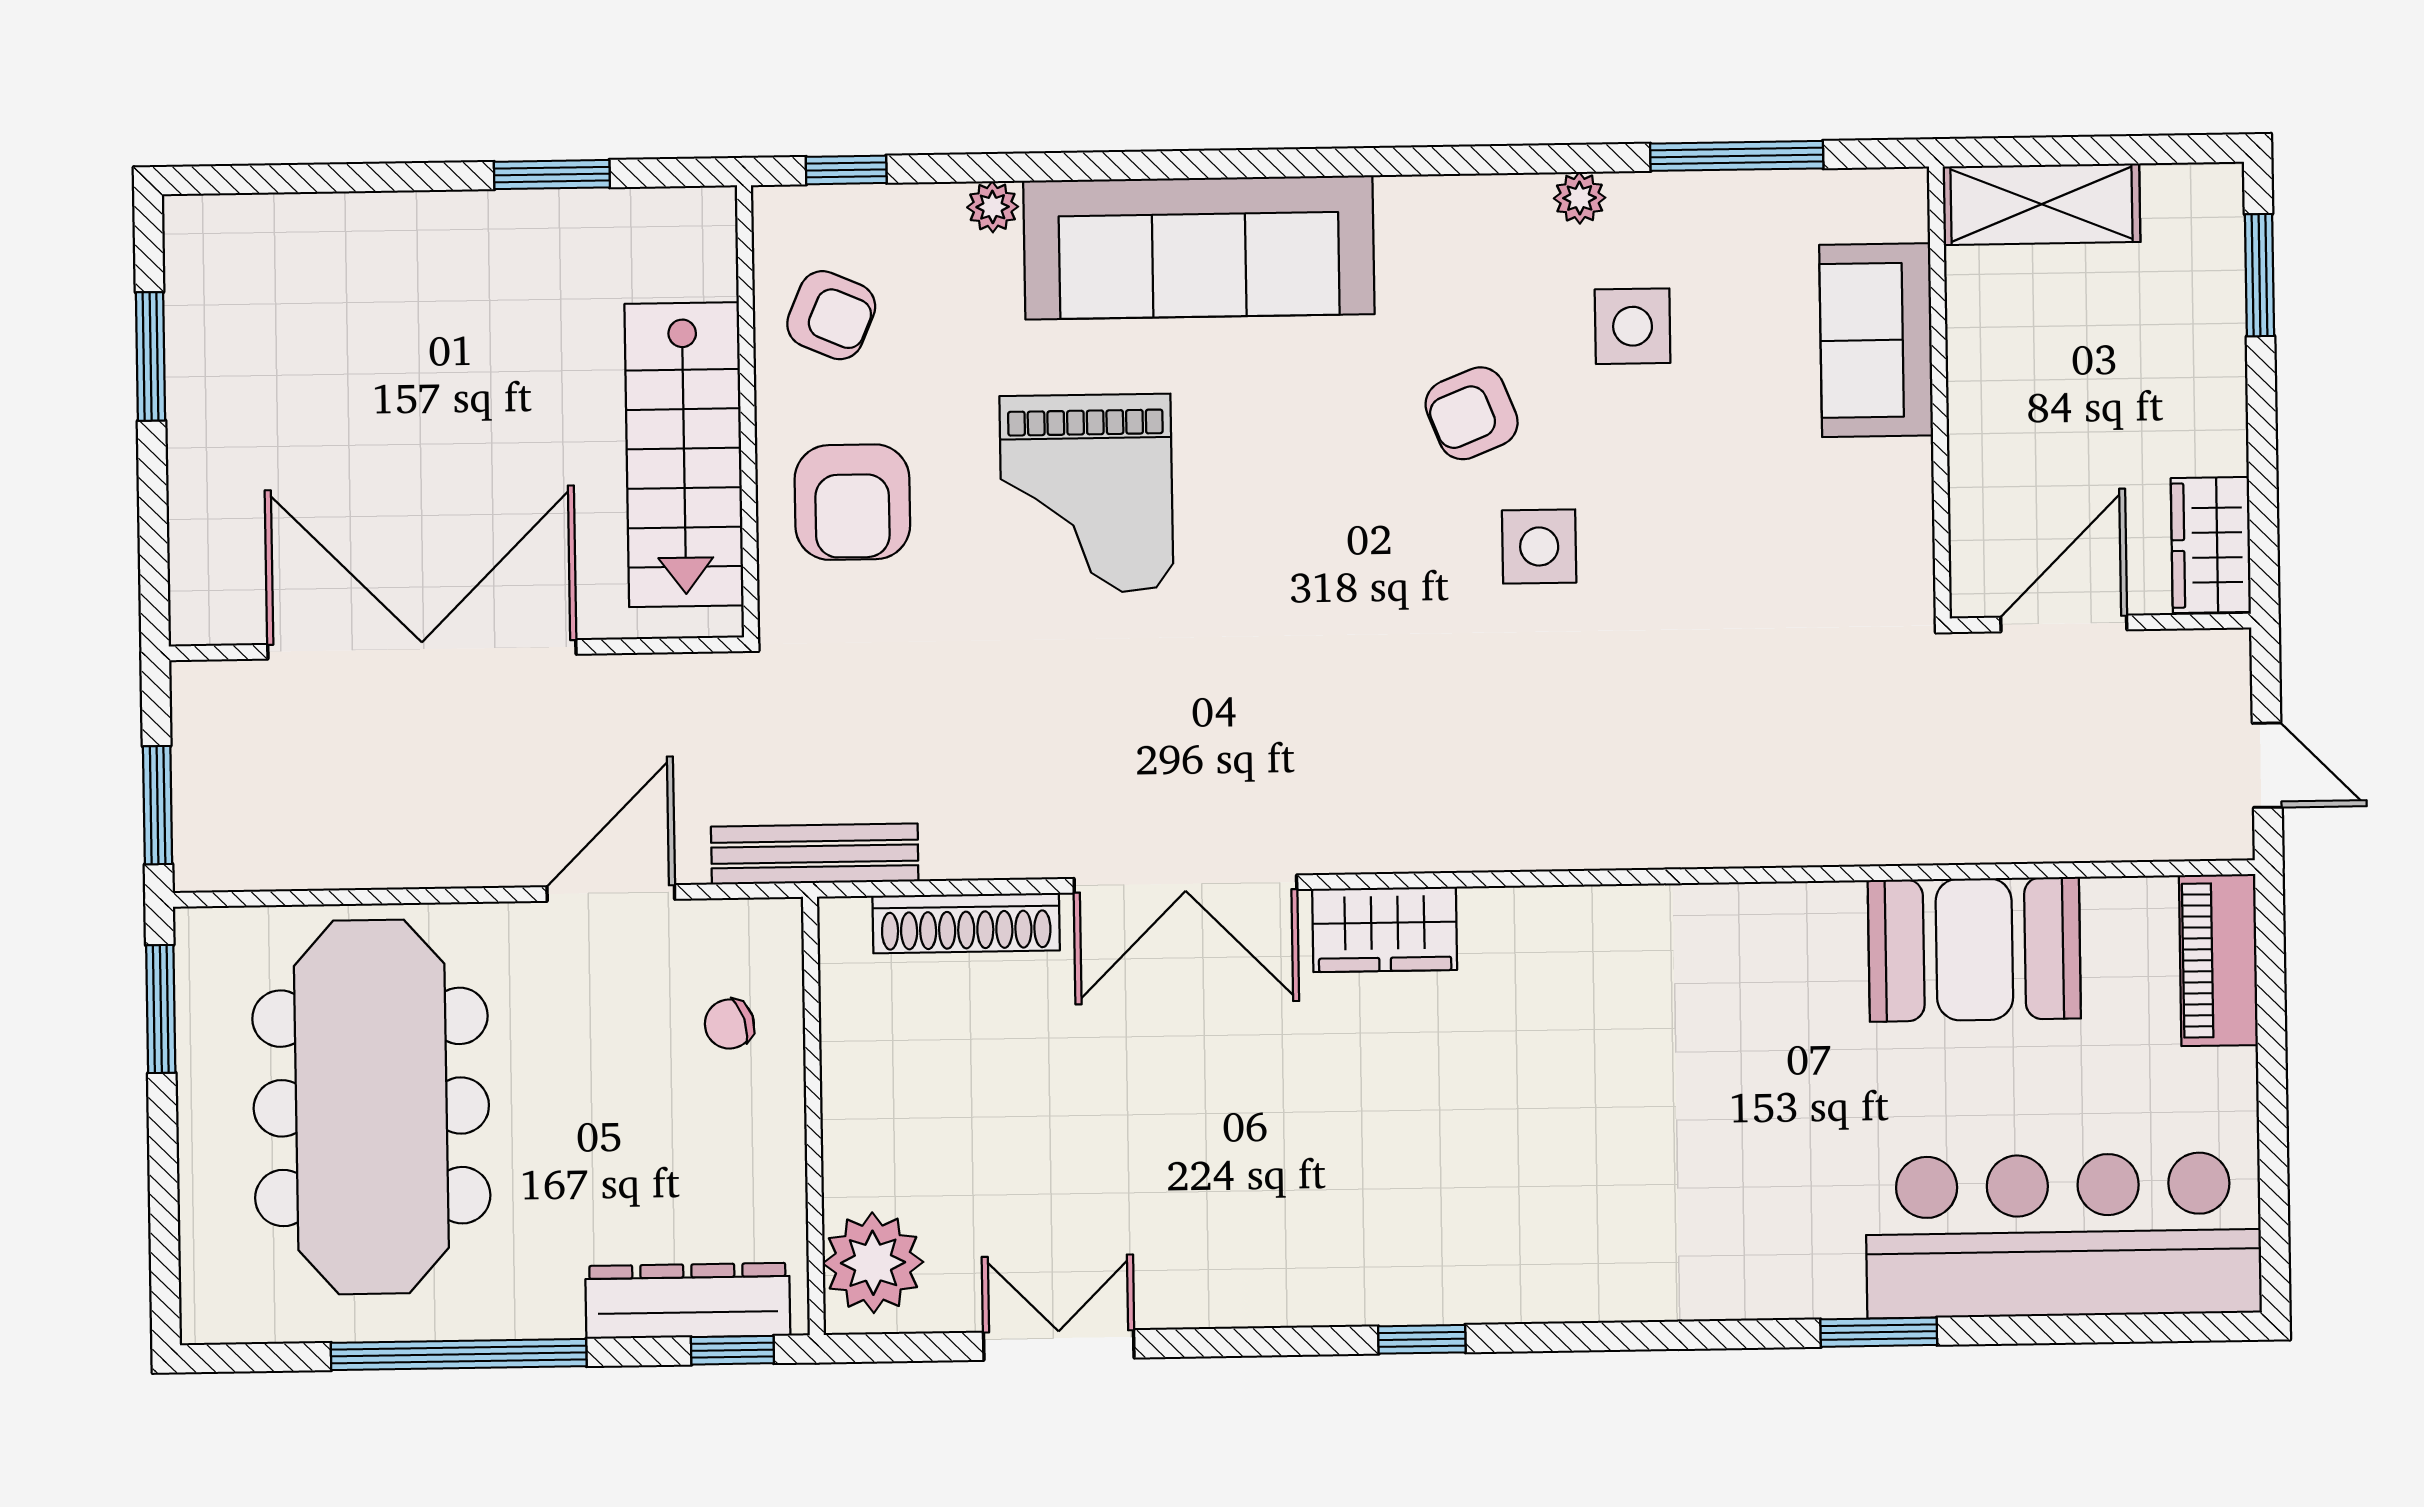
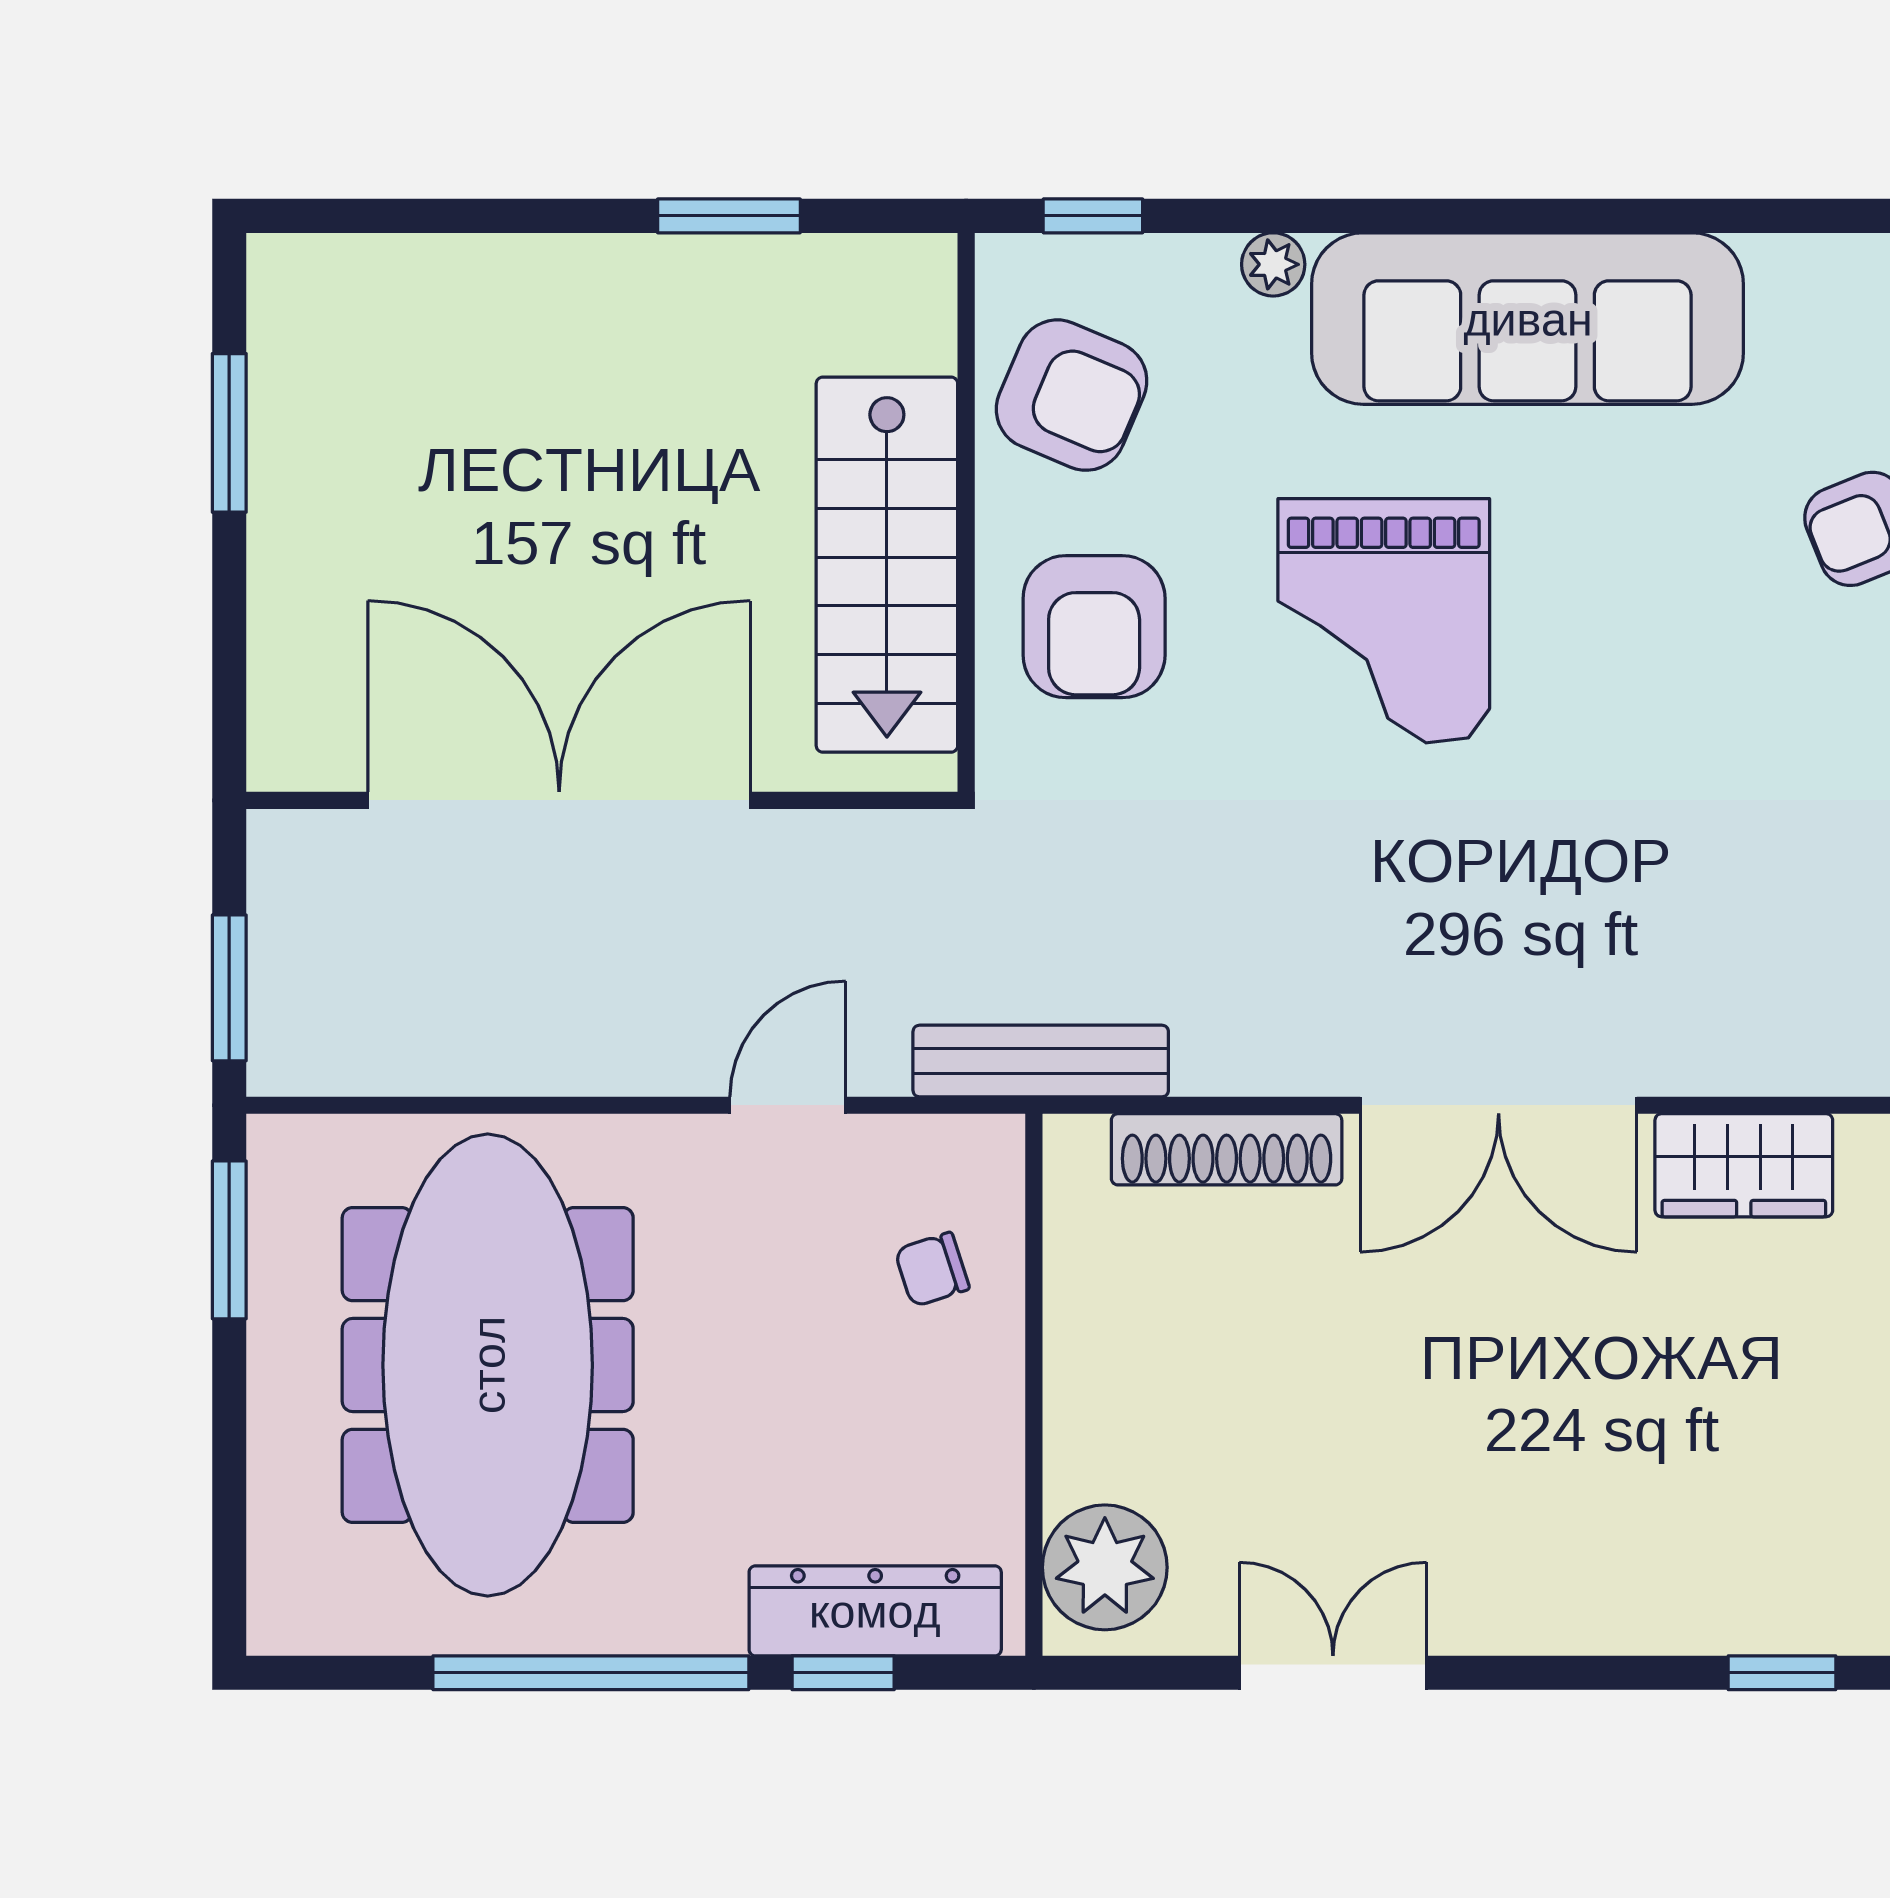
armchair: (831, 315) -> (1072, 395), width x1.38, depth x1.38
door: (611, 893) -> (788, 1105), width x0.73
window: (732, 1350) -> (843, 1673), moved

